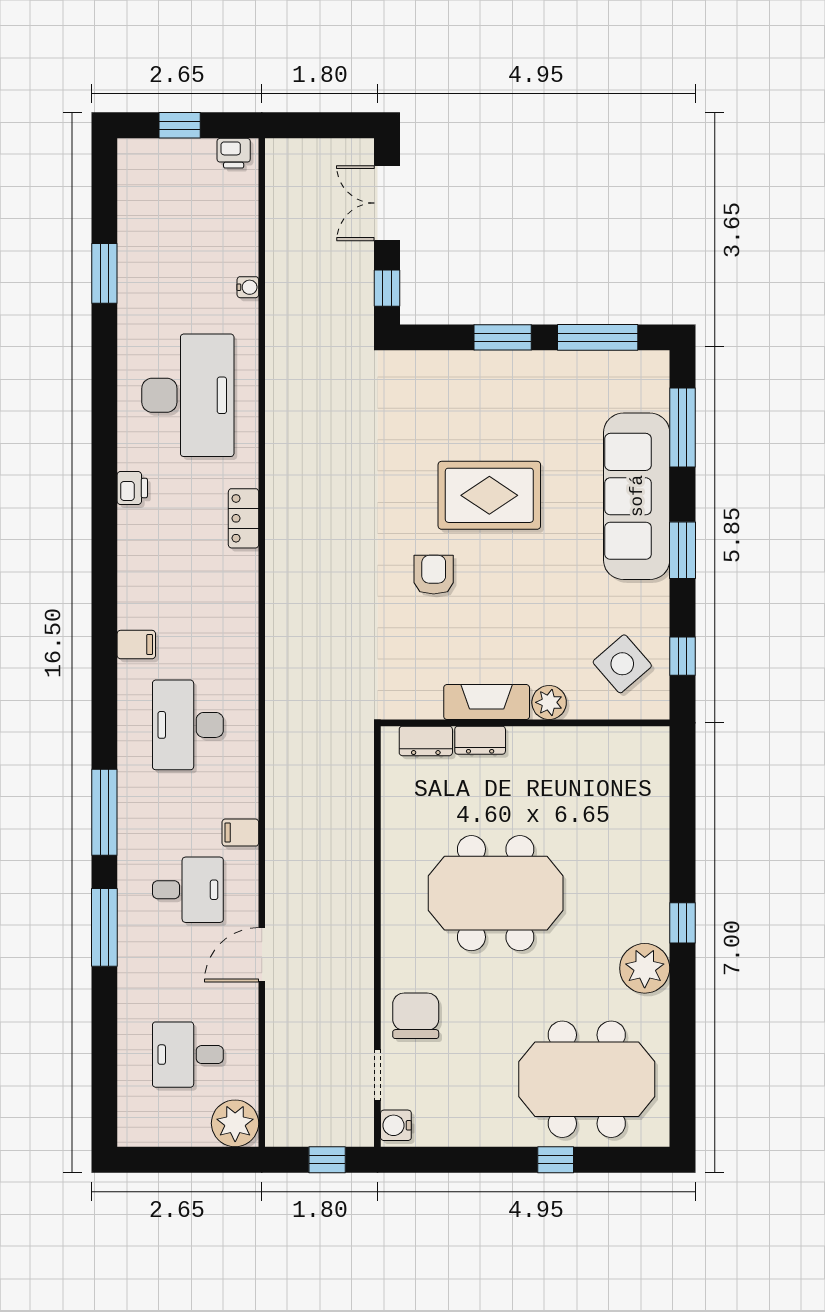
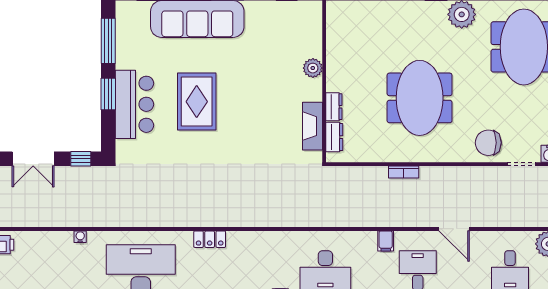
bar counter: (484, 384) -> (135, 104), added
armchair: (434, 575) -> (241, 133), removed
side table: (622, 664) -> (291, 27), removed
fireplace: (487, 702) -> (313, 126), moved
bookcase: (363, 865) -> (404, 172), added

